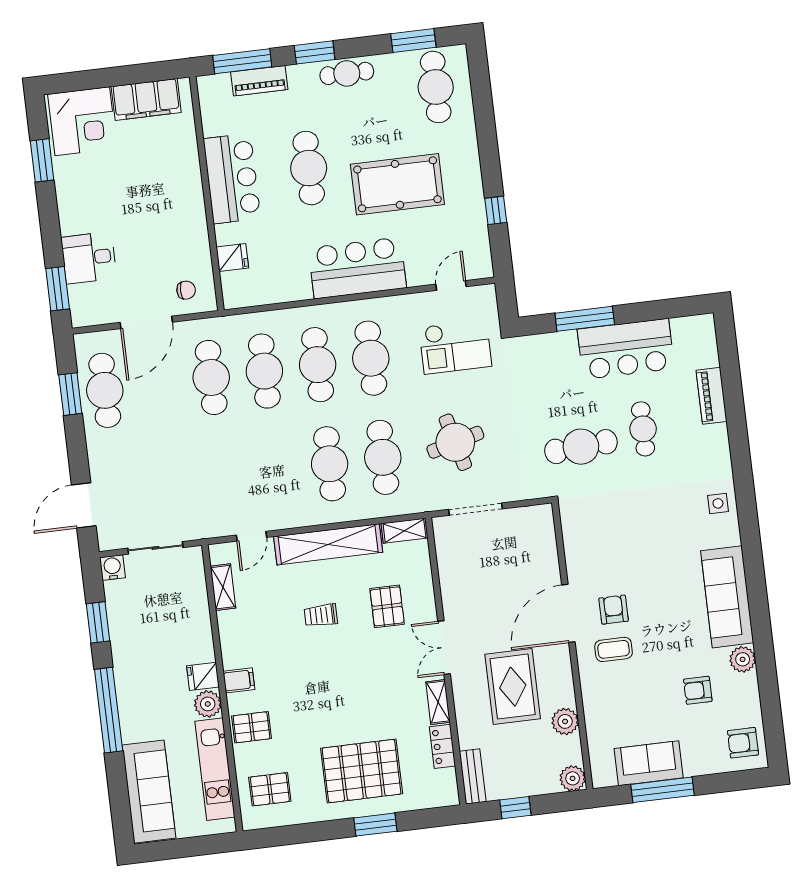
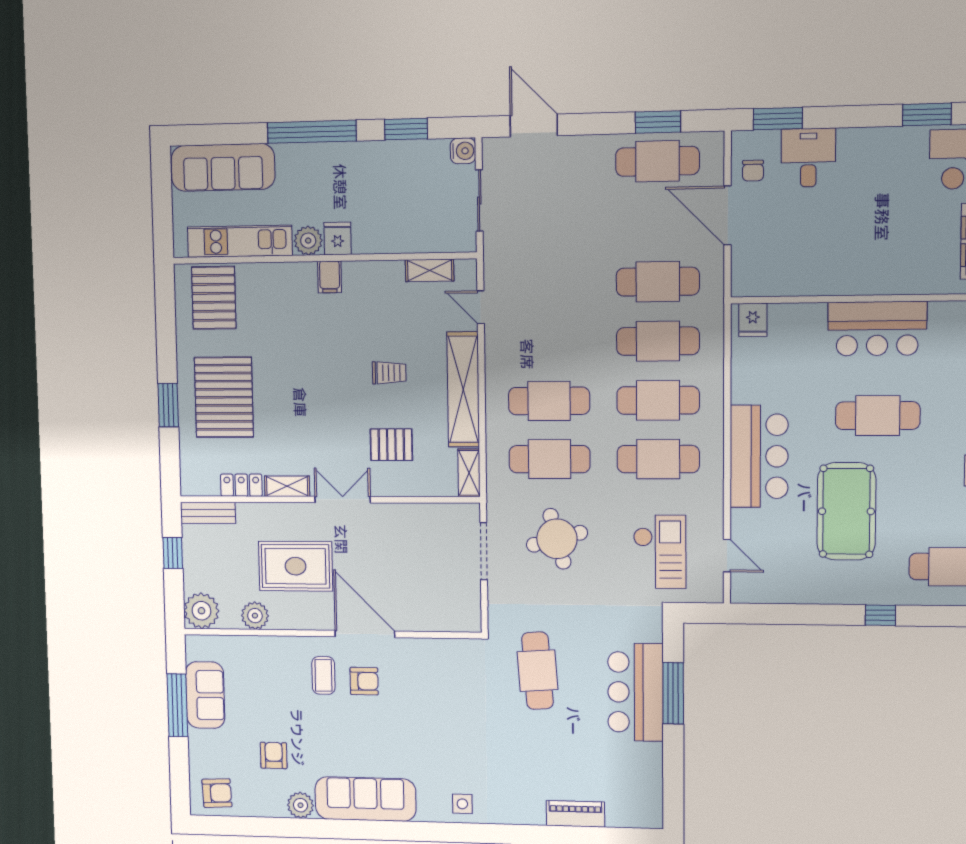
window: (496, 210) -> (880, 615), moved
fridge: (232, 258) -> (753, 320), moved
chair: (186, 290) -> (753, 171), moved
checkout: (455, 347) -> (660, 552), turned 180
bar counter: (626, 349) -> (636, 692), moved
cafe table: (643, 429) -> (549, 738), removed
trolley: (321, 615) -> (389, 373), turned 90
pallet: (251, 727) -> (280, 285), removed
armchair: (743, 743) -> (217, 793), turned 87
plant: (573, 778) -> (201, 611), width x1.36, depth x1.36
pallet: (270, 789) -> (214, 298), width x1.50, depth x1.42

